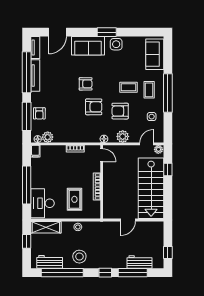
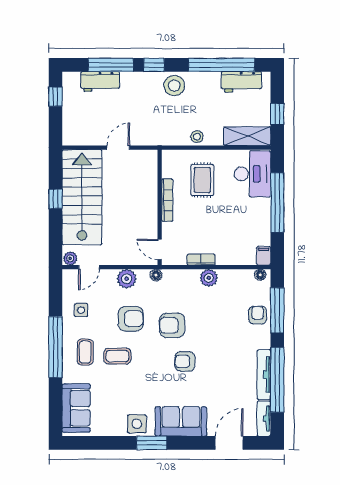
plant: (48, 137) -> (209, 278), moved
window: (168, 169) -> (55, 199), moved
stool: (79, 257) -> (174, 86), moved

